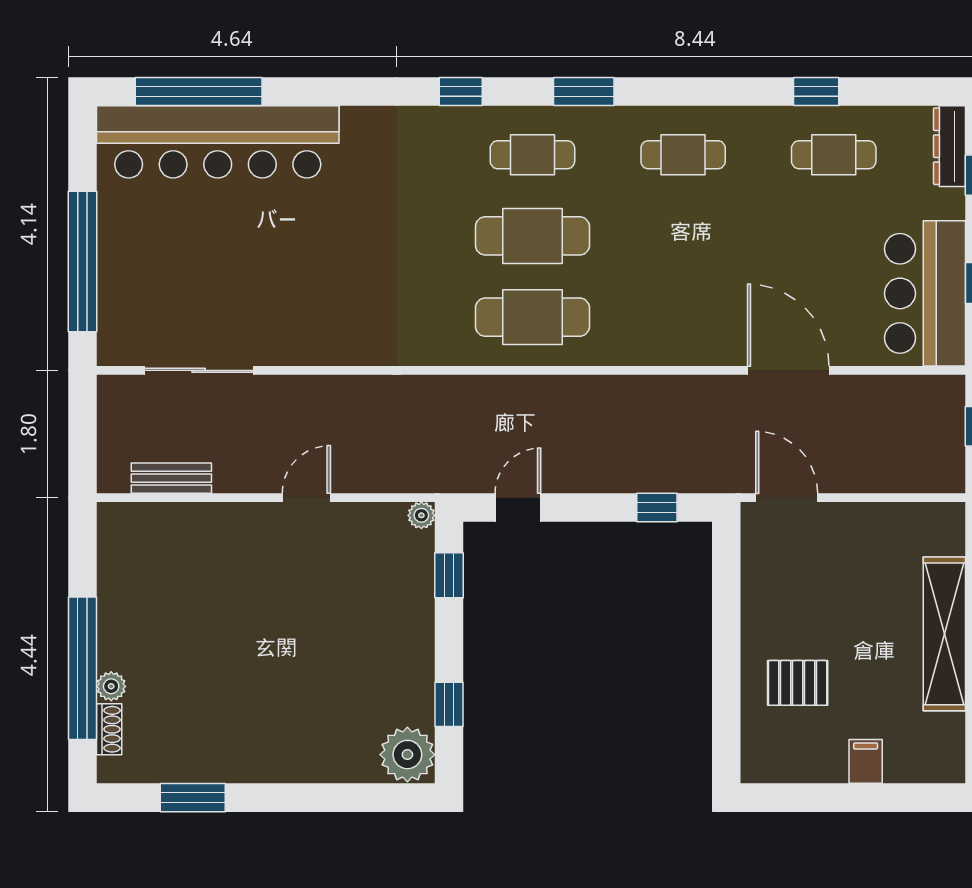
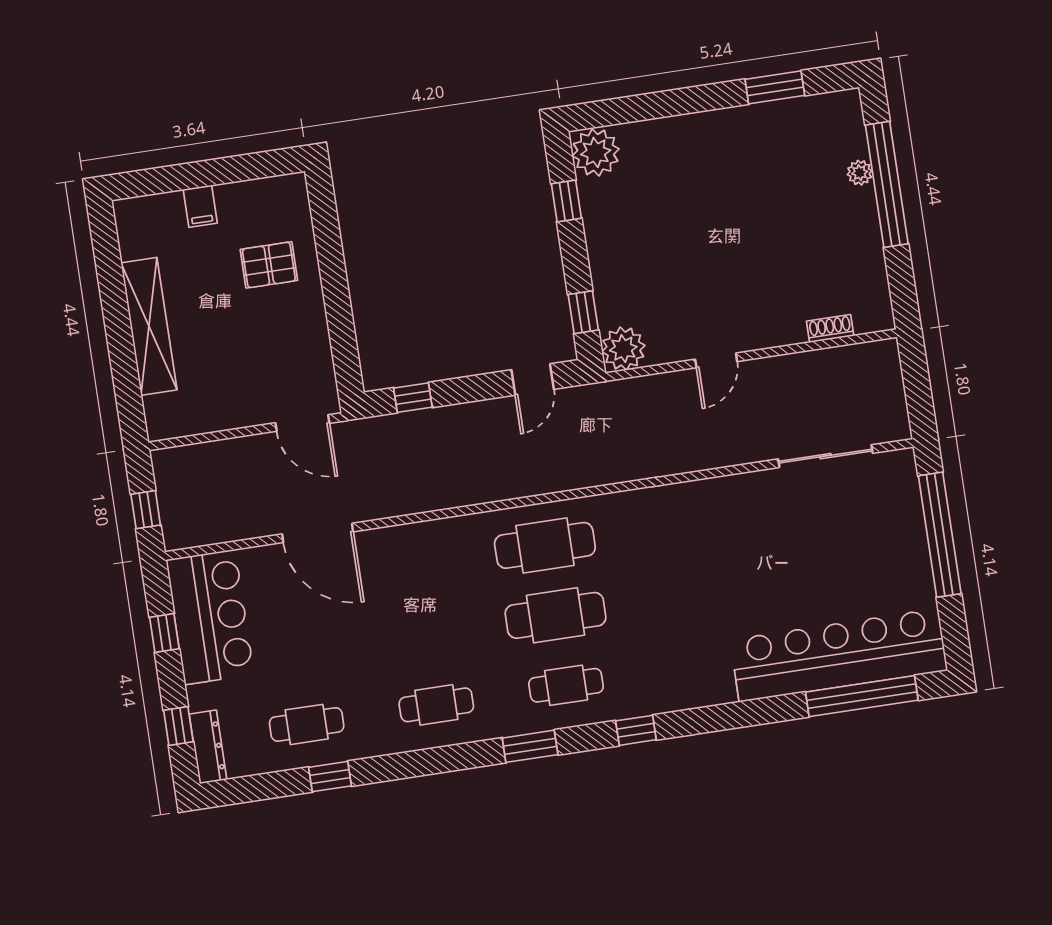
bench: (171, 478) -> (835, 360), removed
plant: (421, 515) -> (623, 349), width x1.88, depth x1.88
shoe rack: (109, 729) -> (830, 329), moved, turned 90

